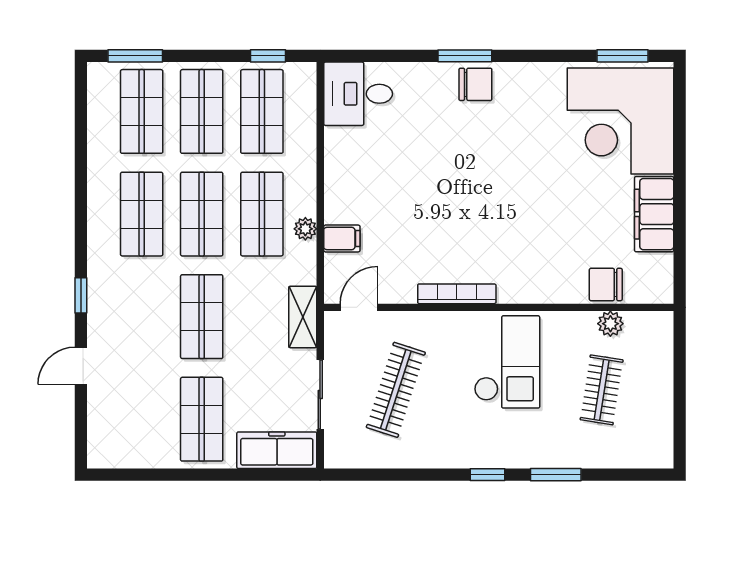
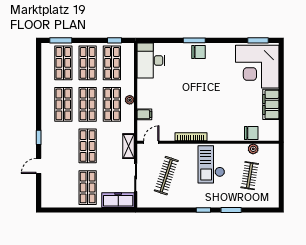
desk: (358, 94) -> (151, 61), width x1.37
plant: (305, 229) -> (130, 100), moved
chair: (606, 284) -> (251, 133), turned 180
checkout: (507, 362) -> (211, 164), turned 180

